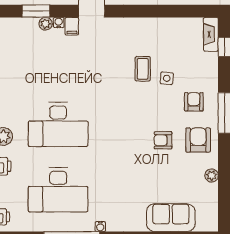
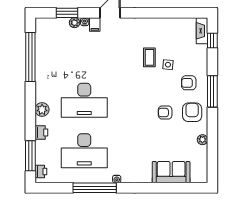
armchair: (194, 102) -> (189, 83), turned -90

